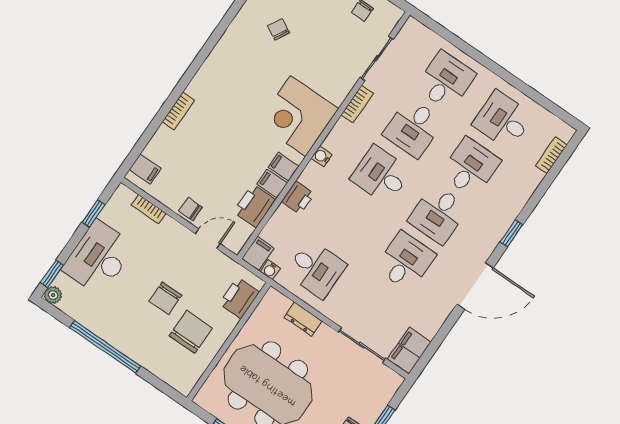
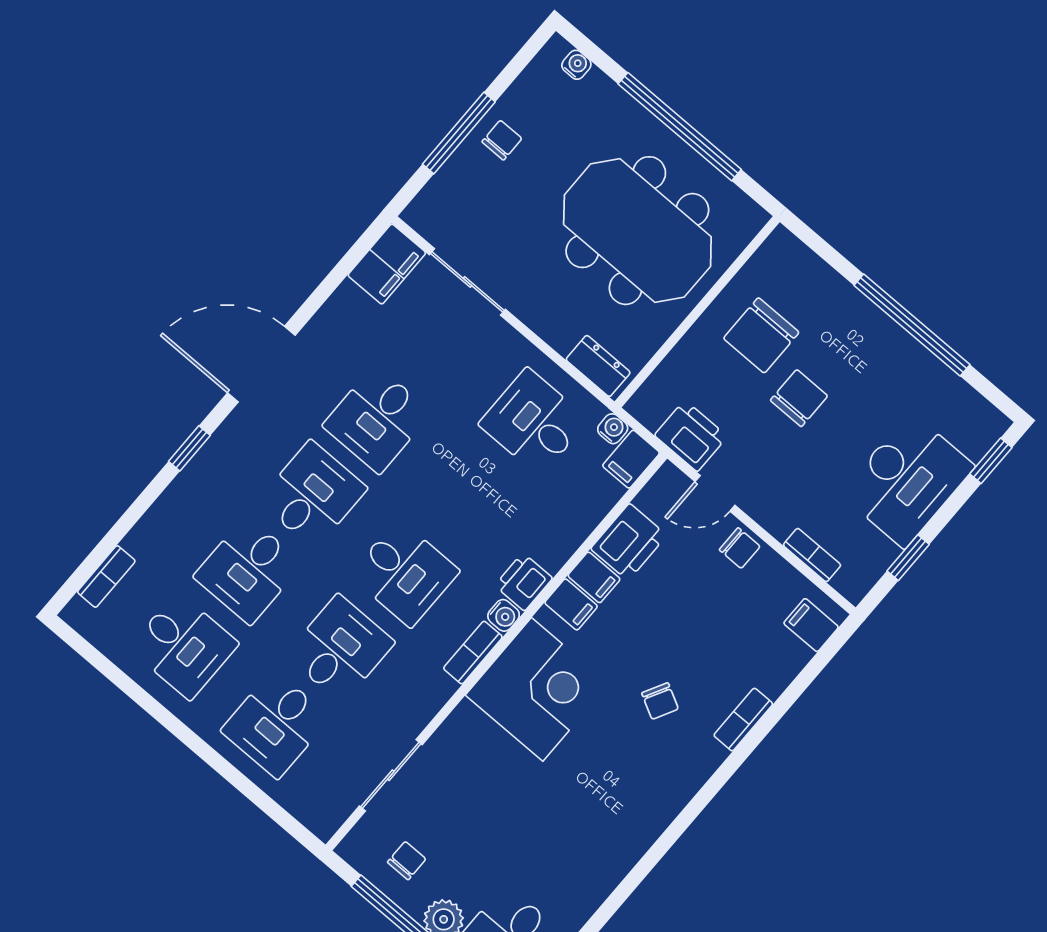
chair: (278, 29) -> (660, 701), moved
bookcase: (357, 104) -> (473, 653), moved
printer: (298, 198) -> (524, 582), moved
plant: (53, 295) -> (993, 424), removed
printer: (239, 298) -> (691, 436), moved, turned -90
dresser: (303, 319) -> (598, 366), moved

